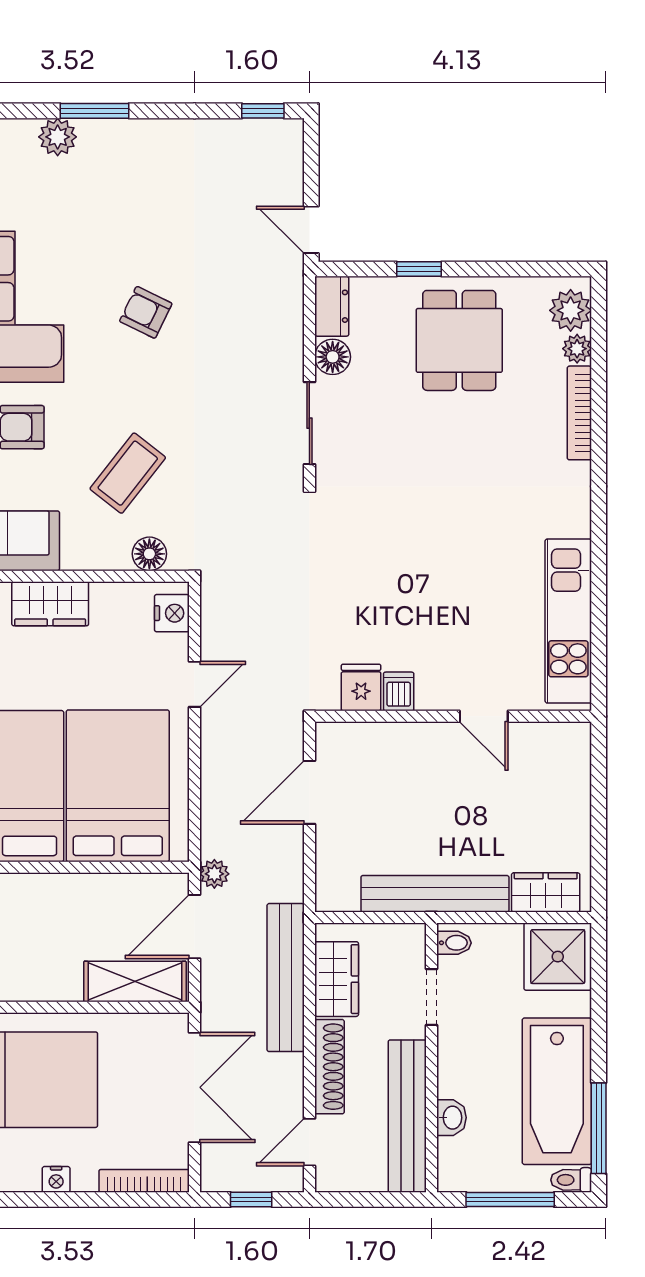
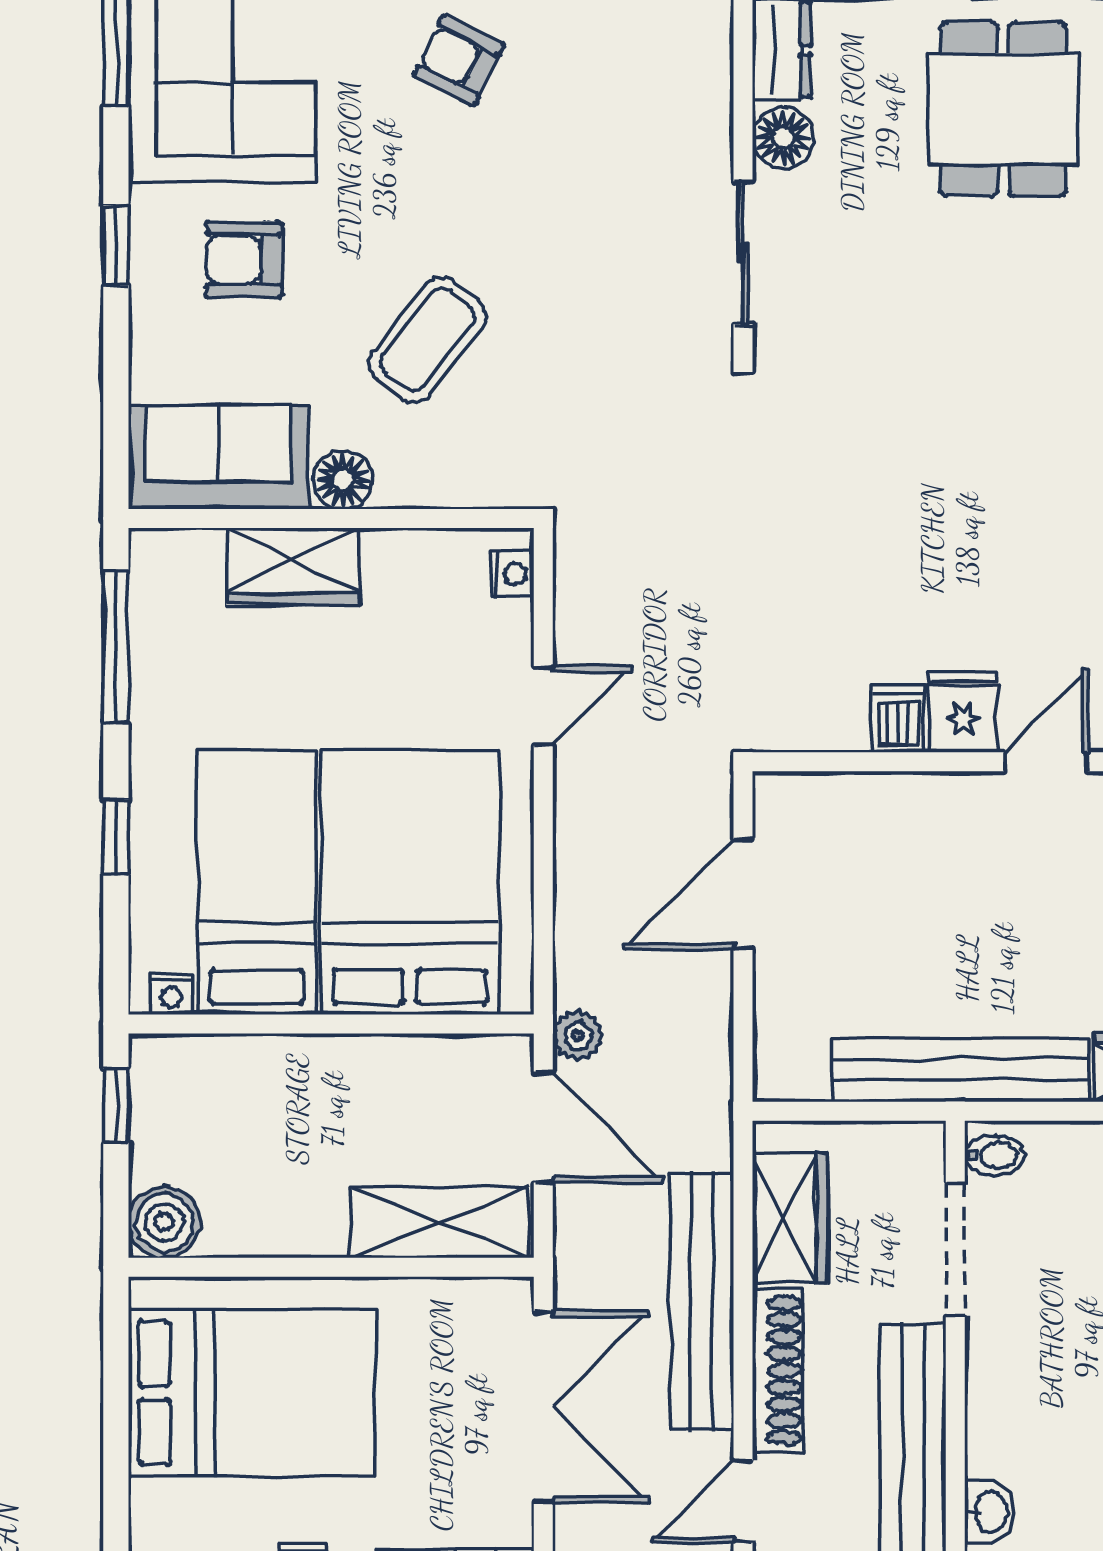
floor lamp: (149, 554) -> (343, 480), moved
nightstand: (172, 613) -> (512, 574), width x0.72, depth x0.74
fridge: (361, 687) -> (963, 712), moved
door: (484, 716) -> (1046, 762), swing flipped
door: (194, 927) -> (543, 1127), swing flipped
bench: (286, 978) -> (702, 1301), moved
doorway: (432, 997) -> (955, 1249), width x1.38
washbasin: (452, 1118) -> (990, 1512), moved

